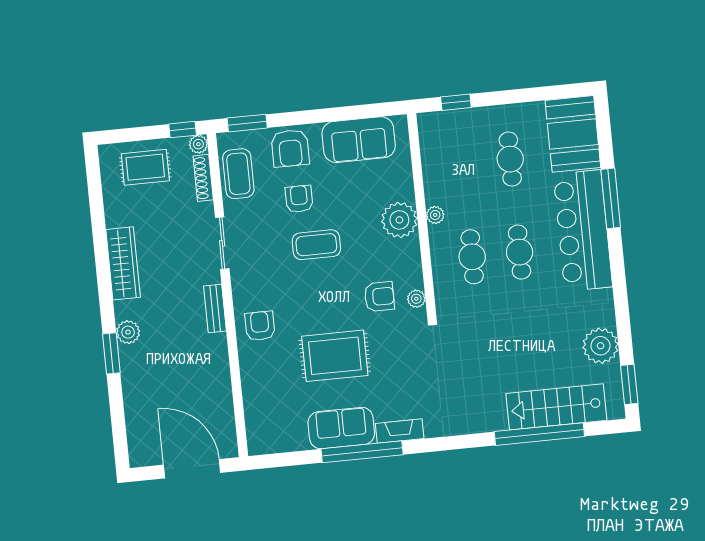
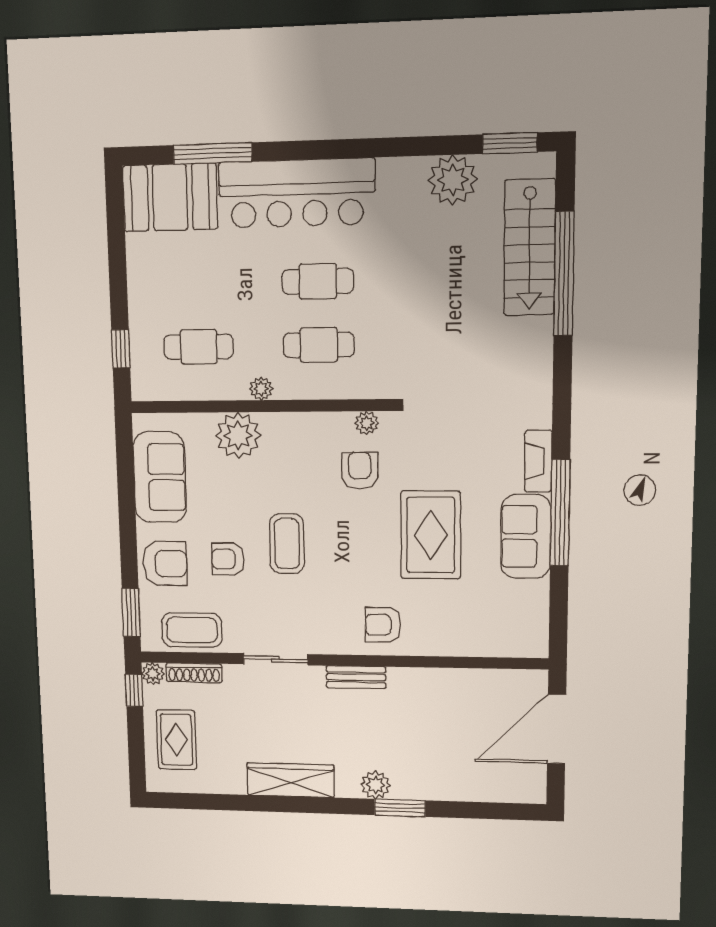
cafe table: (510, 159) -> (199, 347), moved
window: (611, 198) -> (213, 153), moved
plant: (399, 220) -> (238, 436), moved

